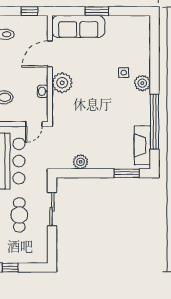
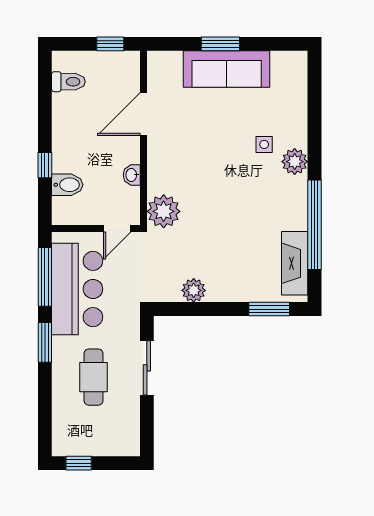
sofa: (78, 27) -> (227, 69), moved
plant: (62, 83) -> (164, 211), moved

